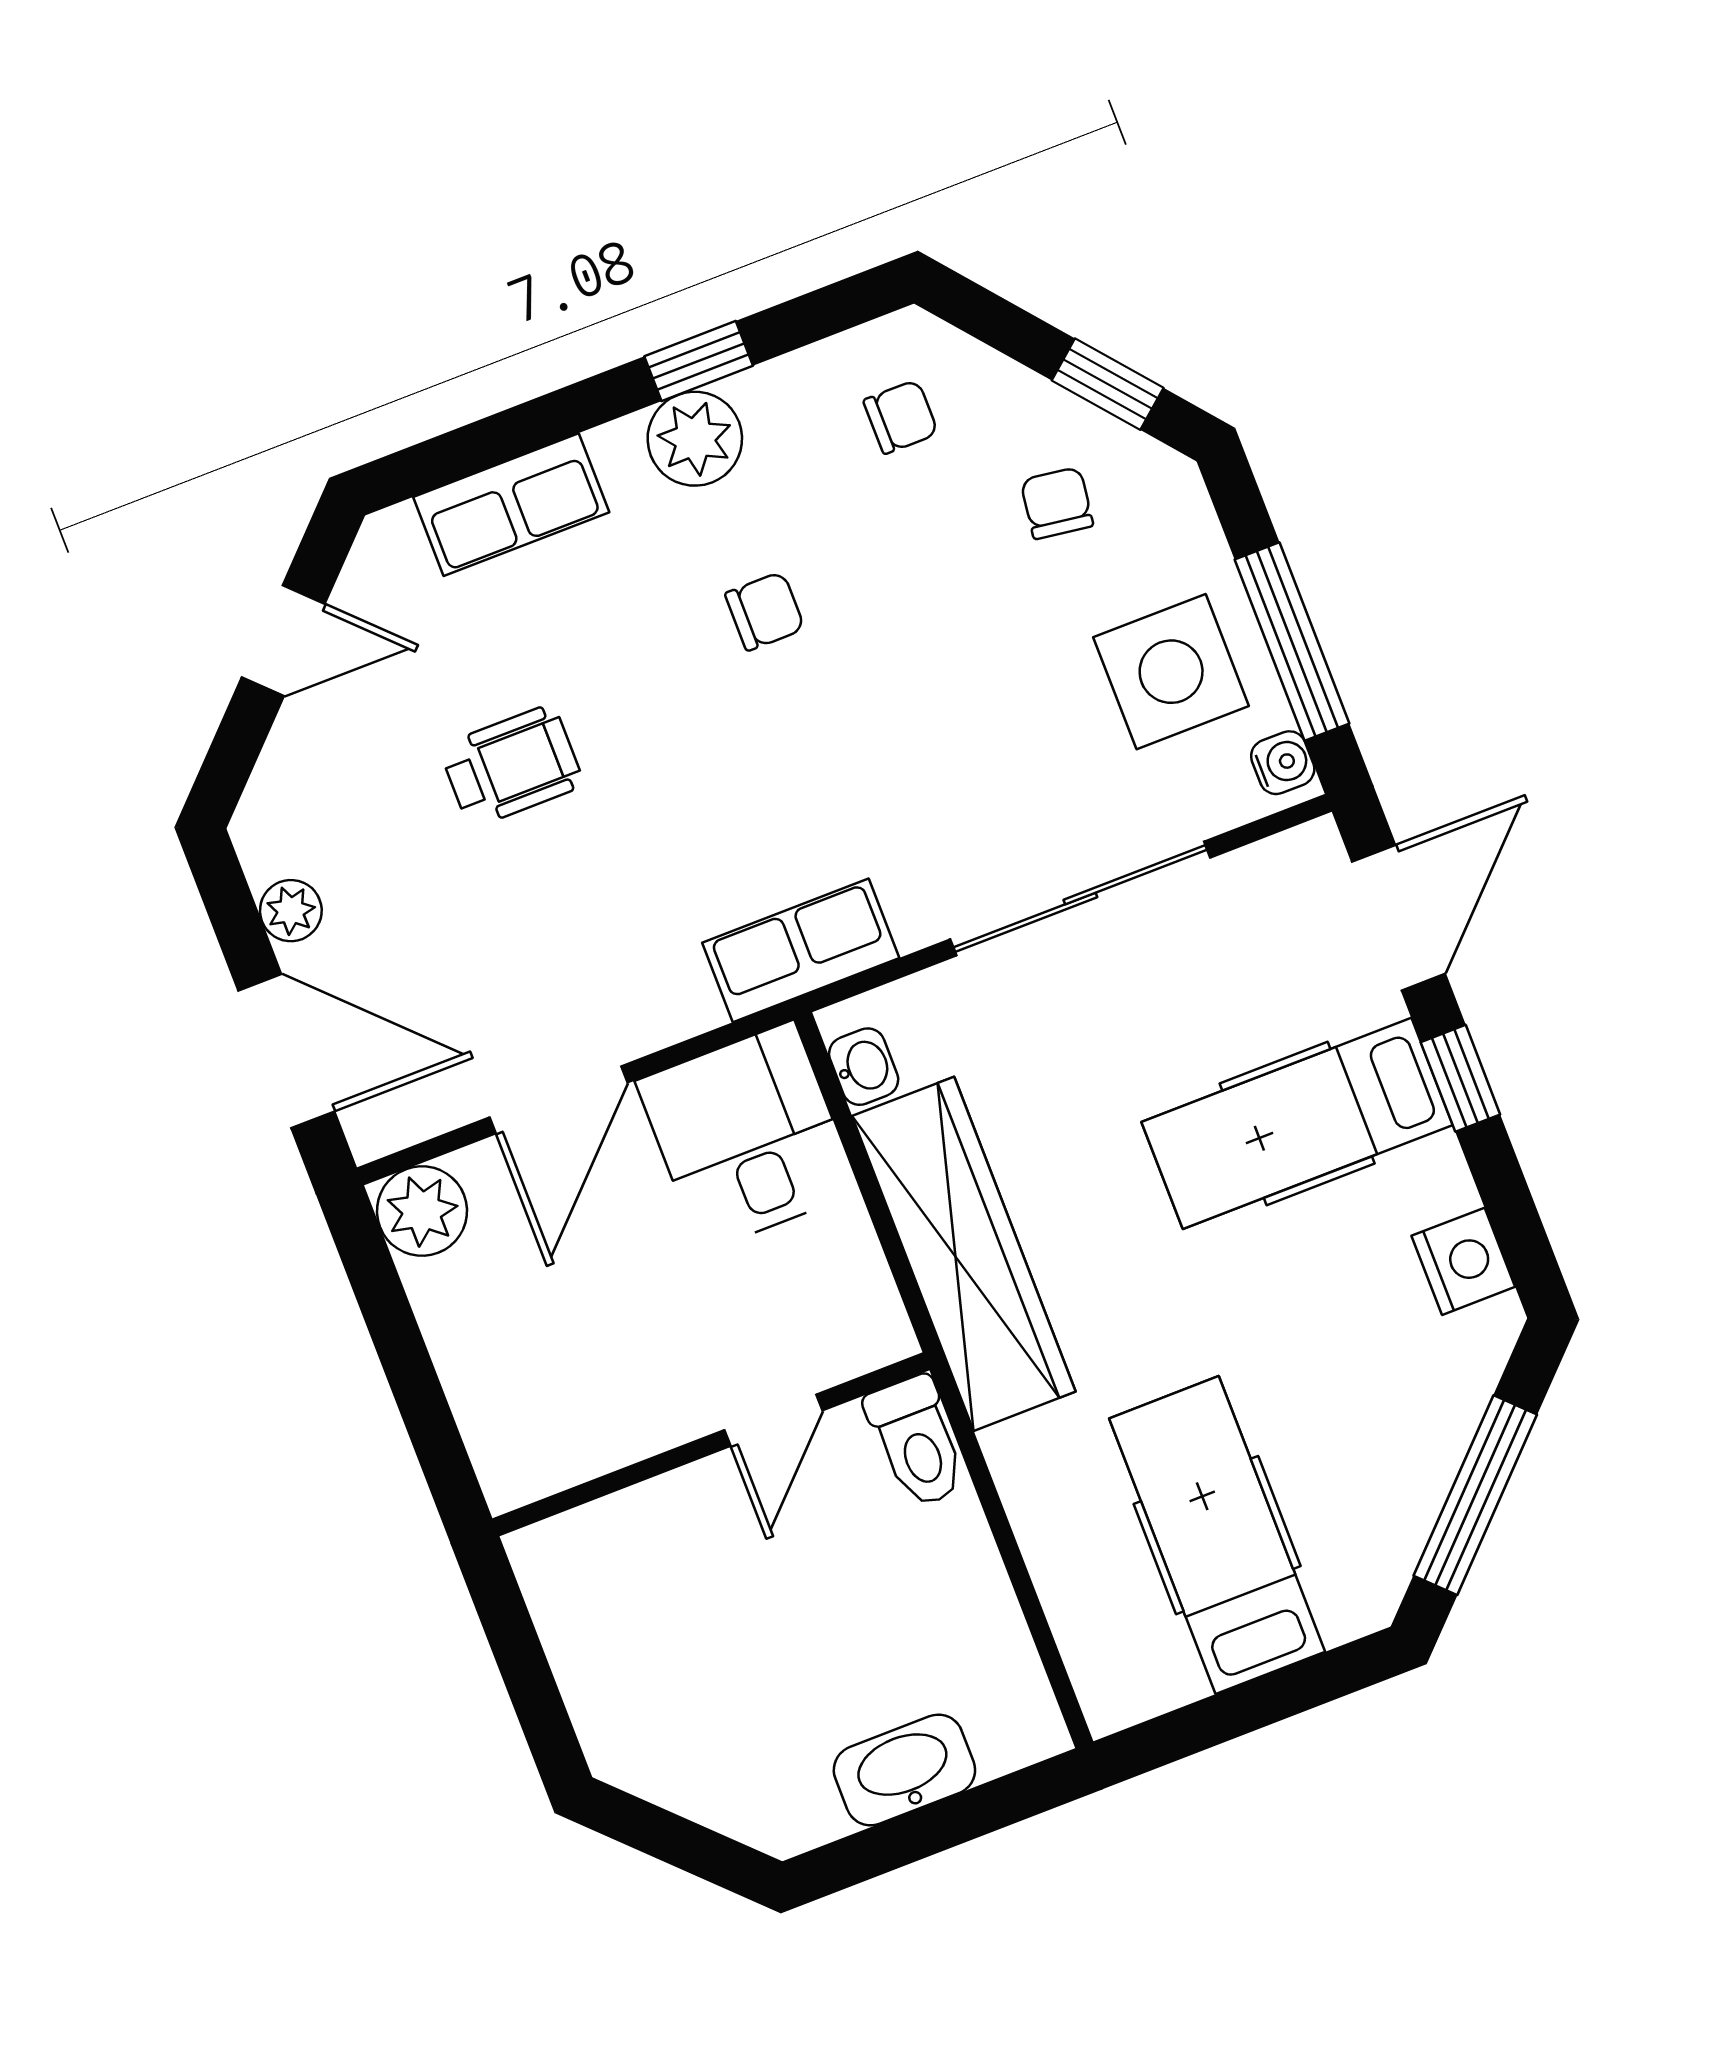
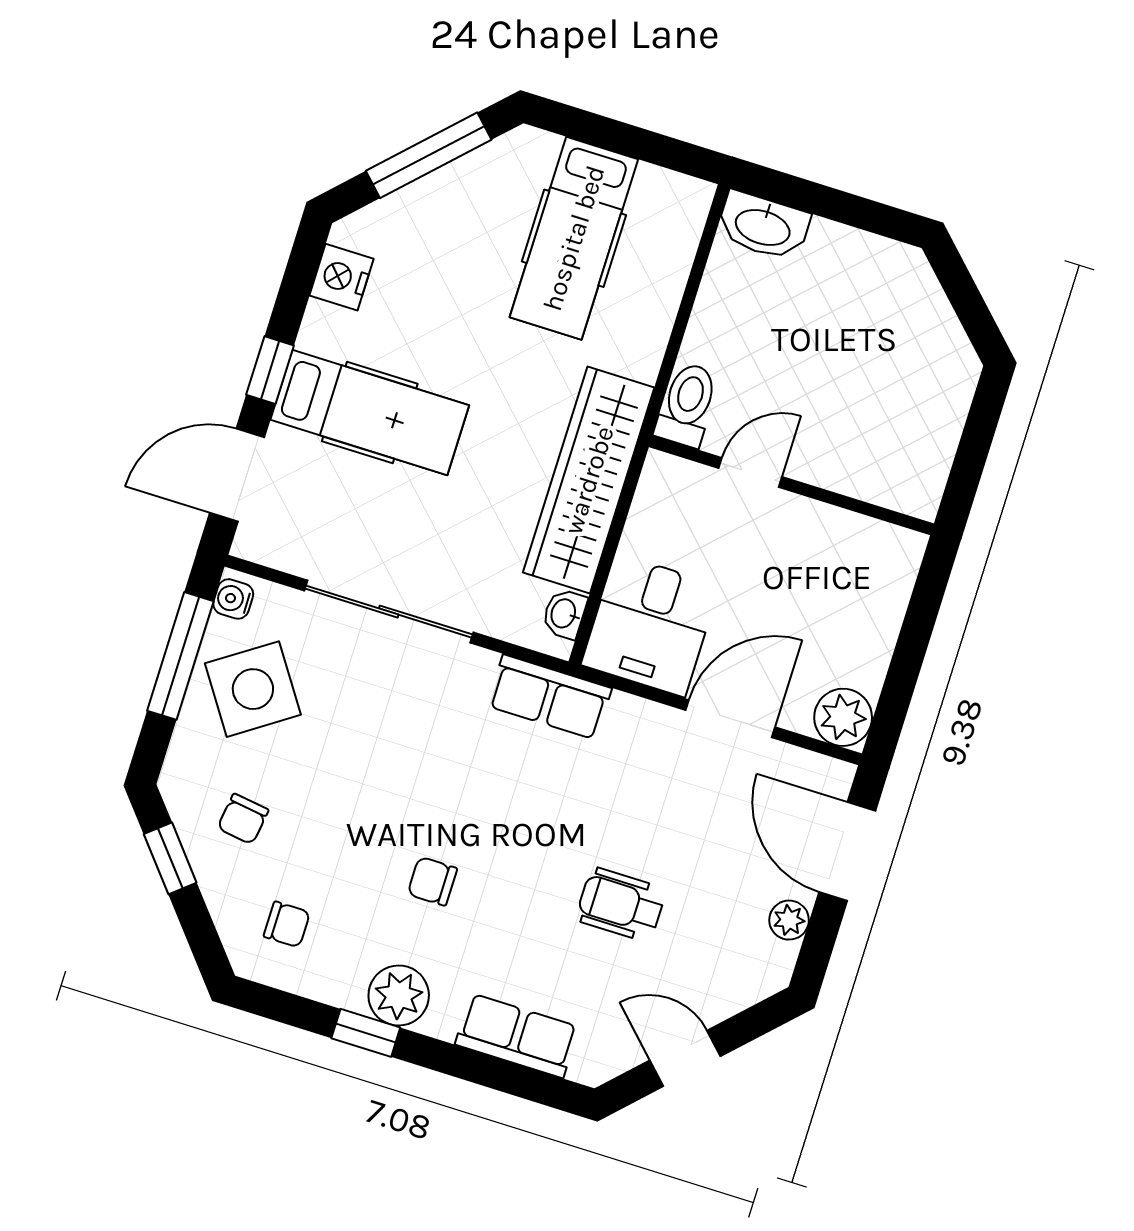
chair: (901, 417) -> (287, 924), turned 180
side table: (1171, 672) -> (253, 689), turned -34
washbasin: (904, 1770) -> (763, 226), moved

